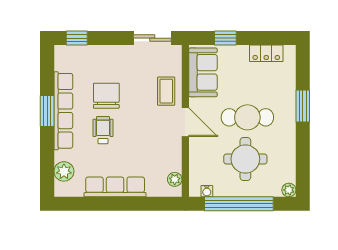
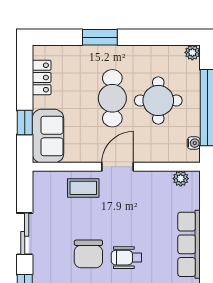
sliding door: (152, 38) -> (25, 234), moved
sofa: (203, 72) -> (48, 136), moved, turned 90
chair: (106, 96) -> (88, 254), turned -90

